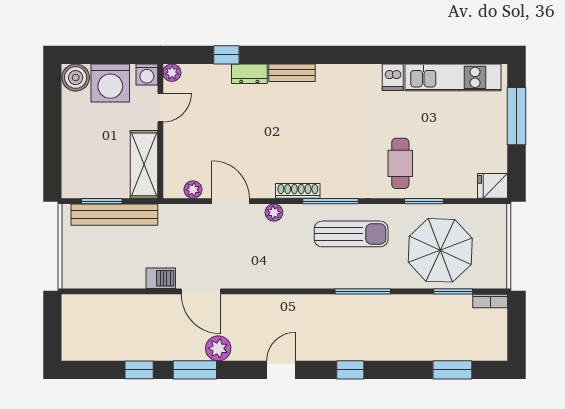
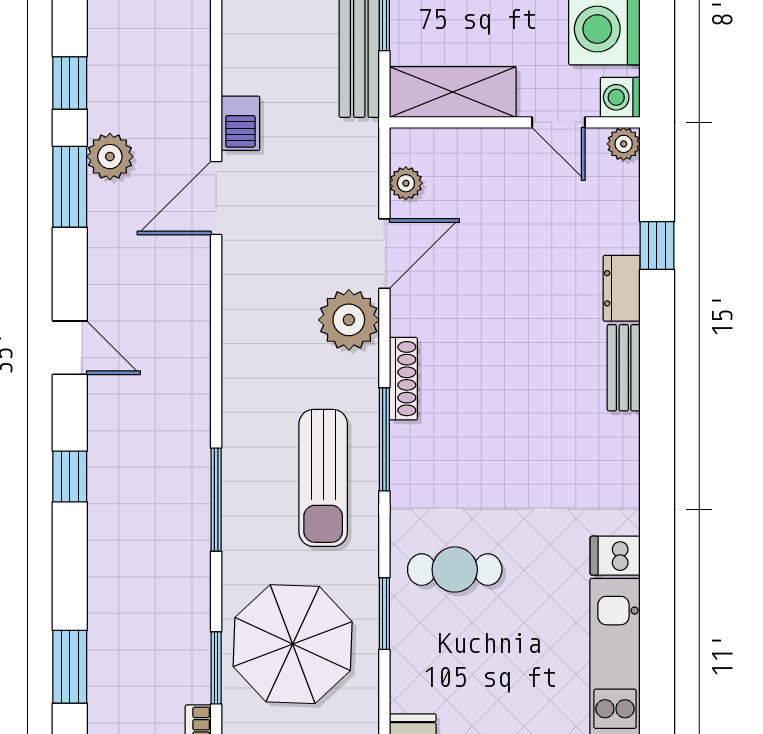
plant: (274, 213) -> (349, 320), width x1.88, depth x1.88
plant: (218, 348) -> (110, 157), moved

